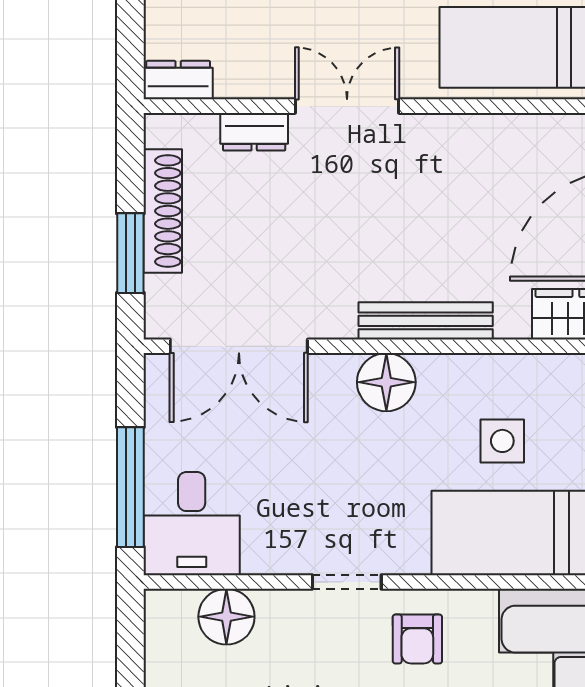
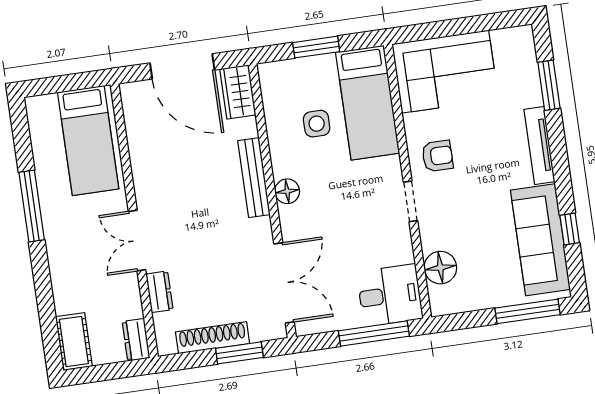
floor lamp: (386, 382) -> (287, 191), width x0.73, depth x0.73

